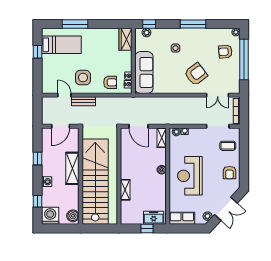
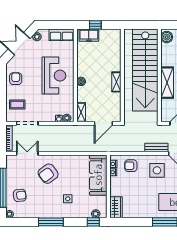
door: (138, 126) -> (103, 123), swing flipped
shelving: (125, 190) -> (116, 82), moved

